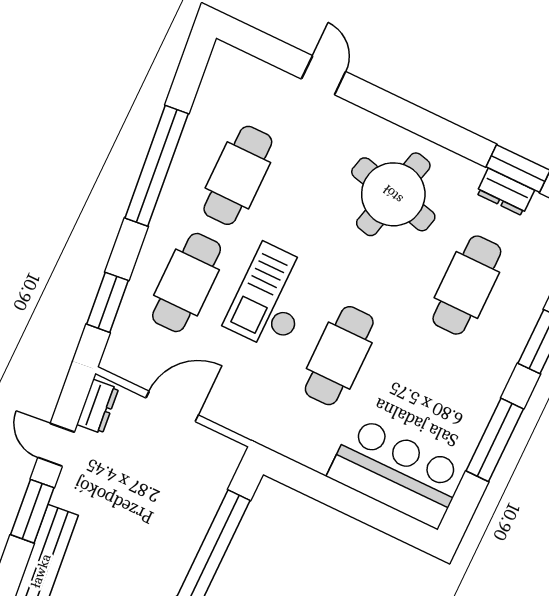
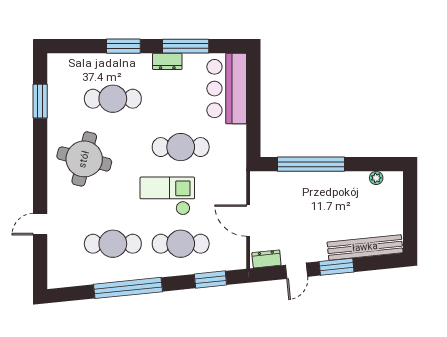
dresser: (505, 192) -> (167, 61), moved, turned 90
checkout: (272, 297) -> (167, 196), turned 180

